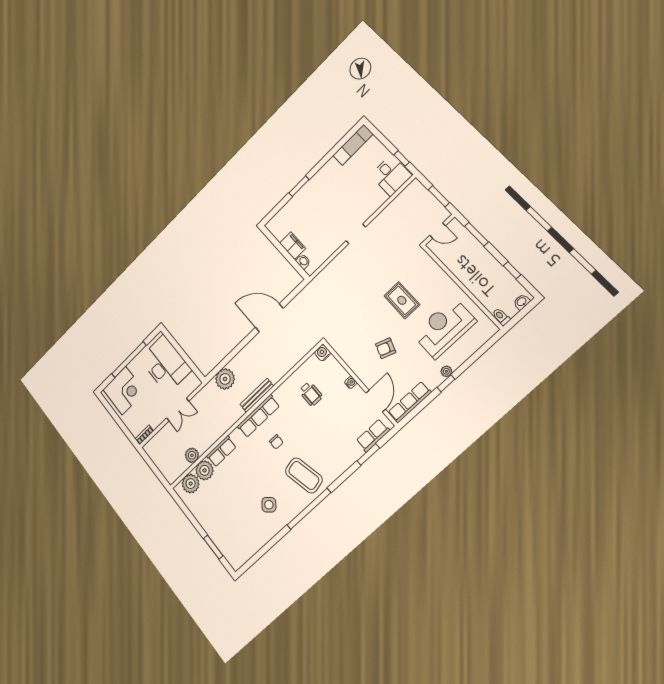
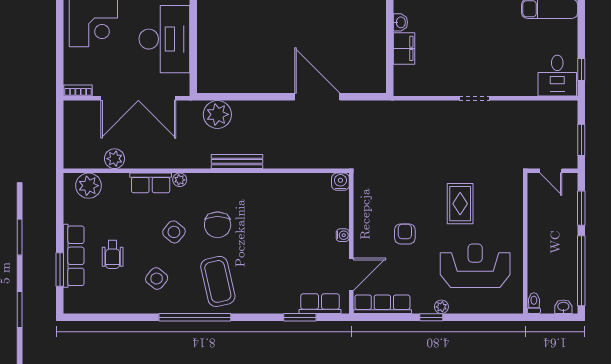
washbasin: (303, 261) -> (400, 22), moved
window: (512, 270) -> (581, 271), width x3.17
armchair: (386, 348) -> (405, 234), turned 70
wheelchair: (311, 394) -> (113, 254), moved
double door: (178, 410) -> (138, 98), width x1.87
row of seats: (258, 416) -> (74, 256), moved, turned -90
chair: (276, 442) -> (218, 225), width x1.87, depth x1.87
side table: (256, 468) -> (174, 232), added
plant: (204, 470) -> (180, 180), moved, width x0.53, depth x0.53

